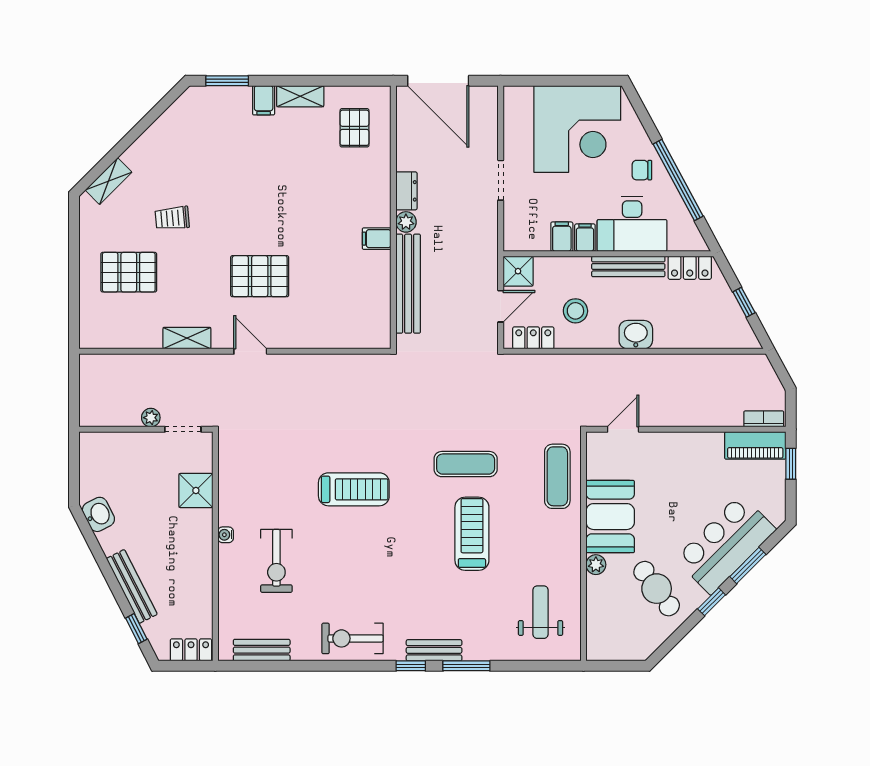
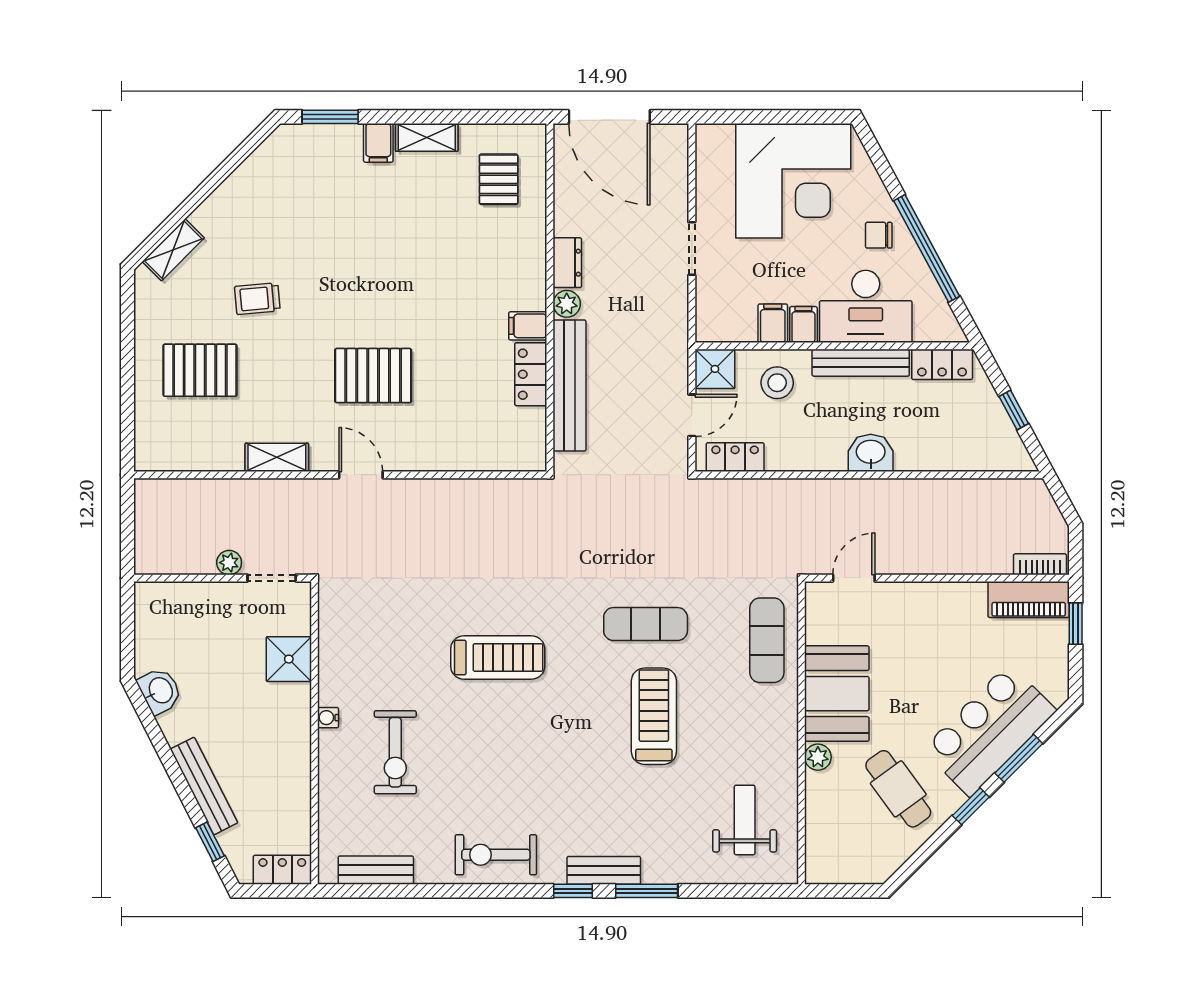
locker: (379, 275) -> (531, 374), added
stool: (575, 311) -> (777, 383), moved

